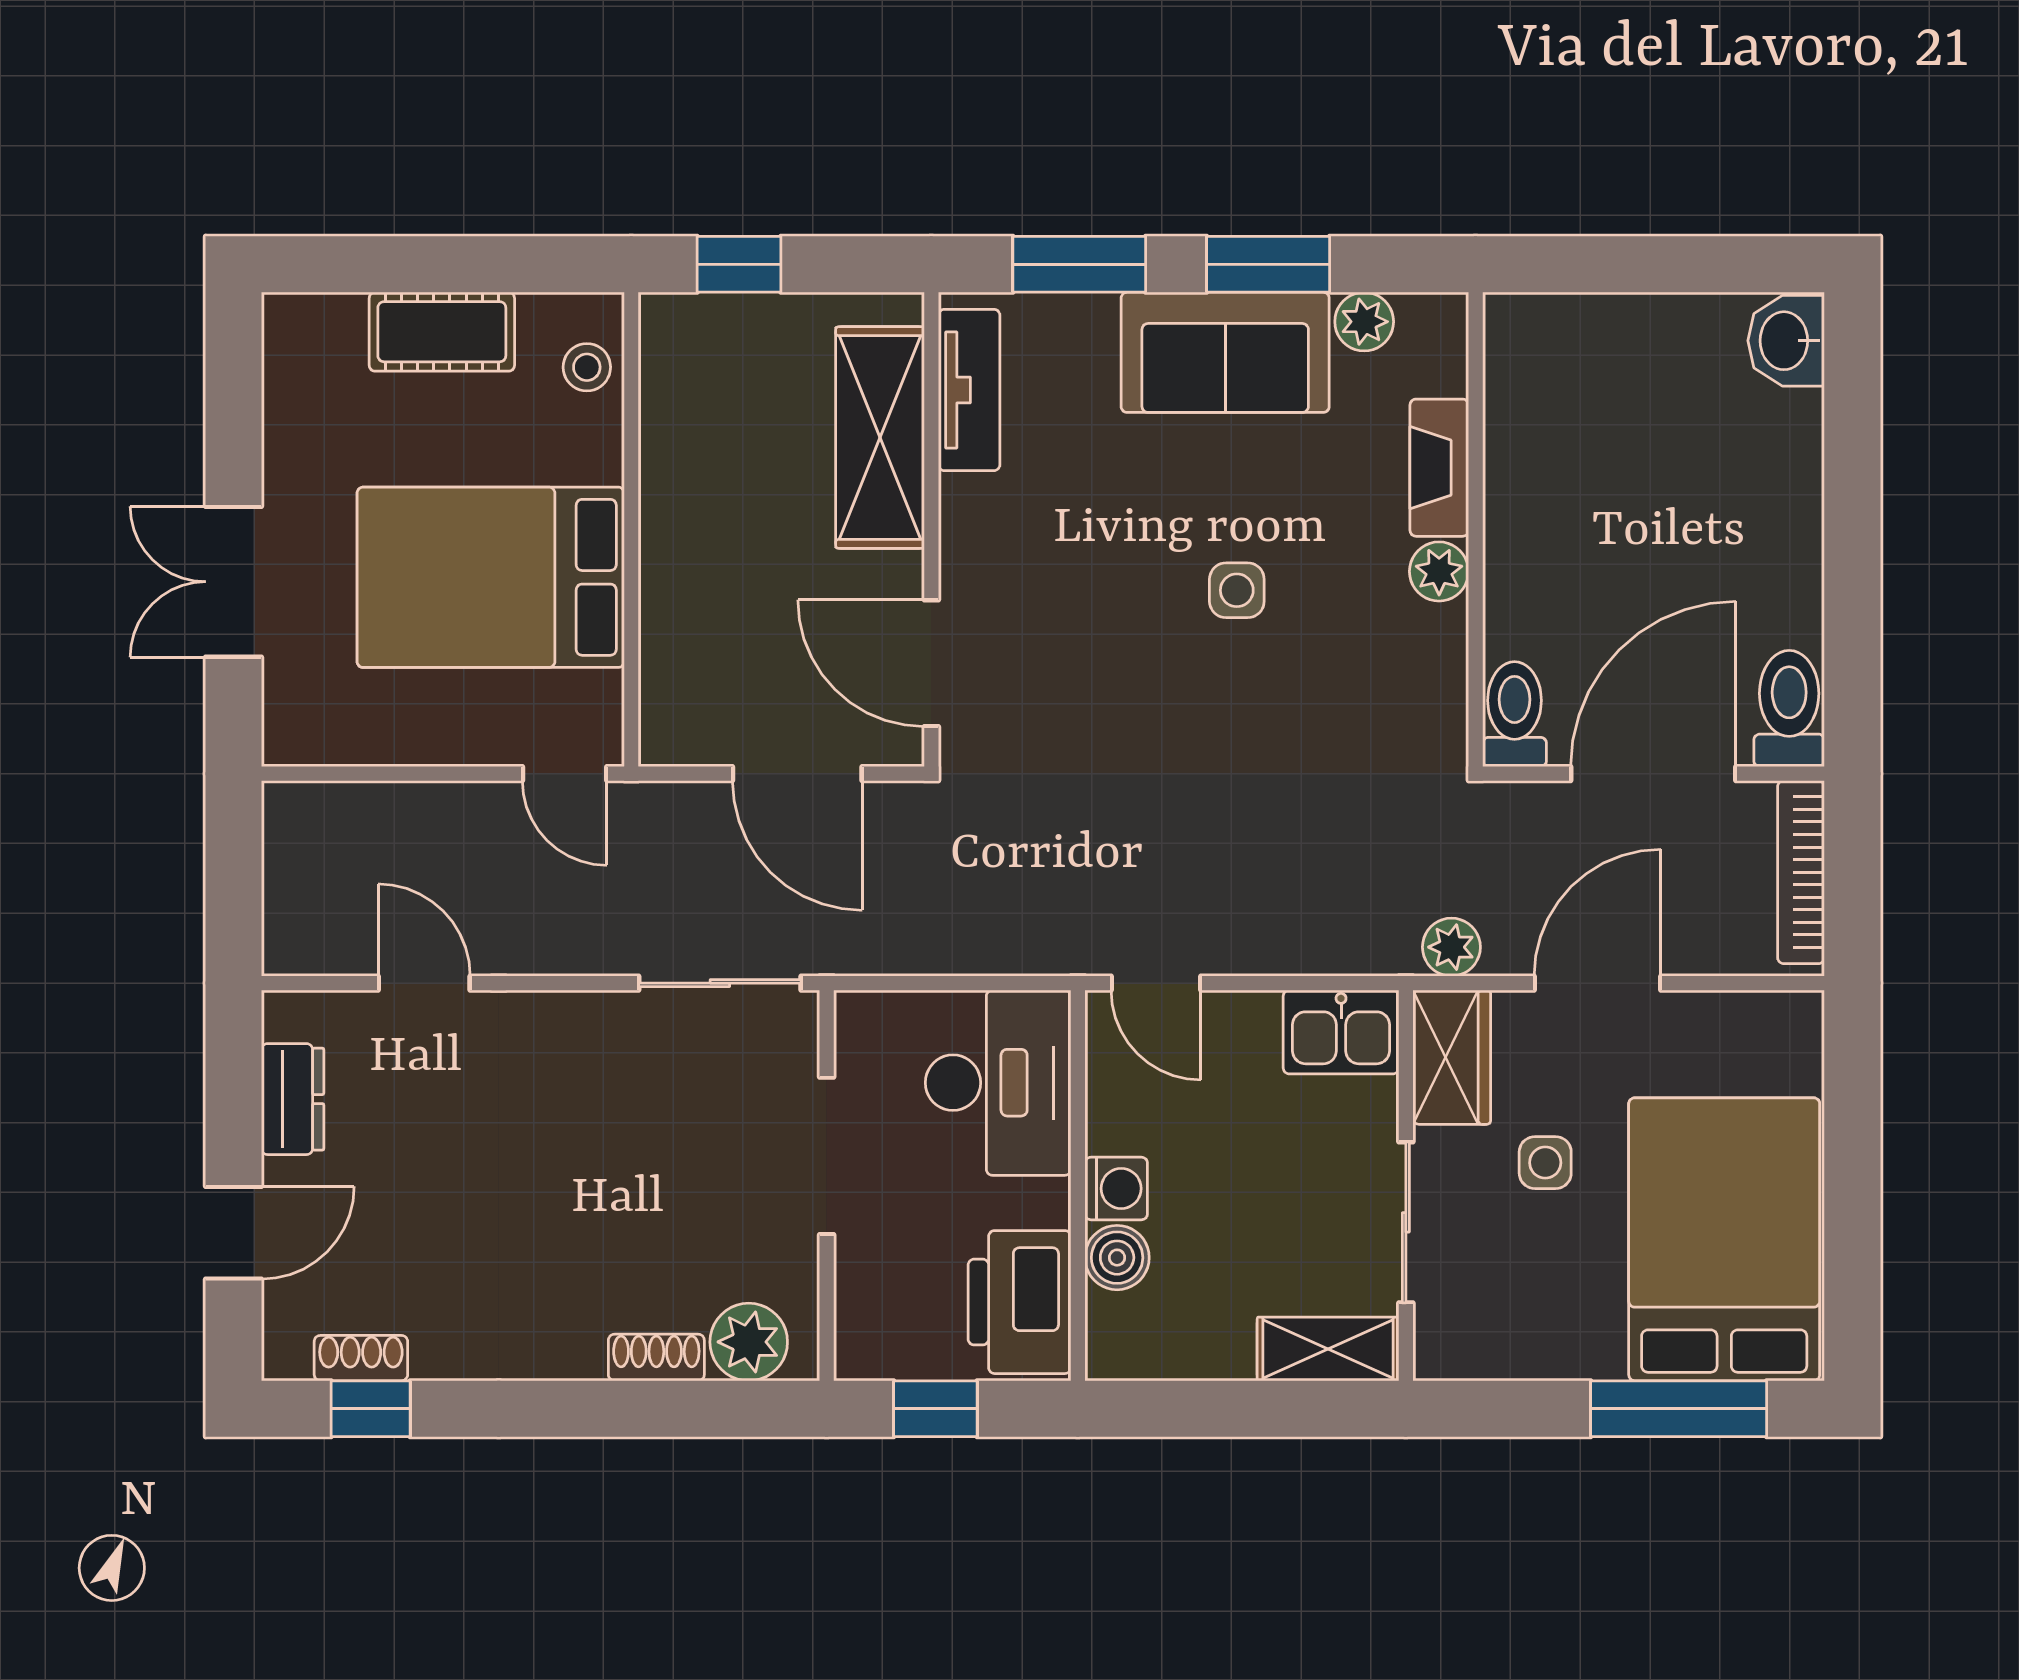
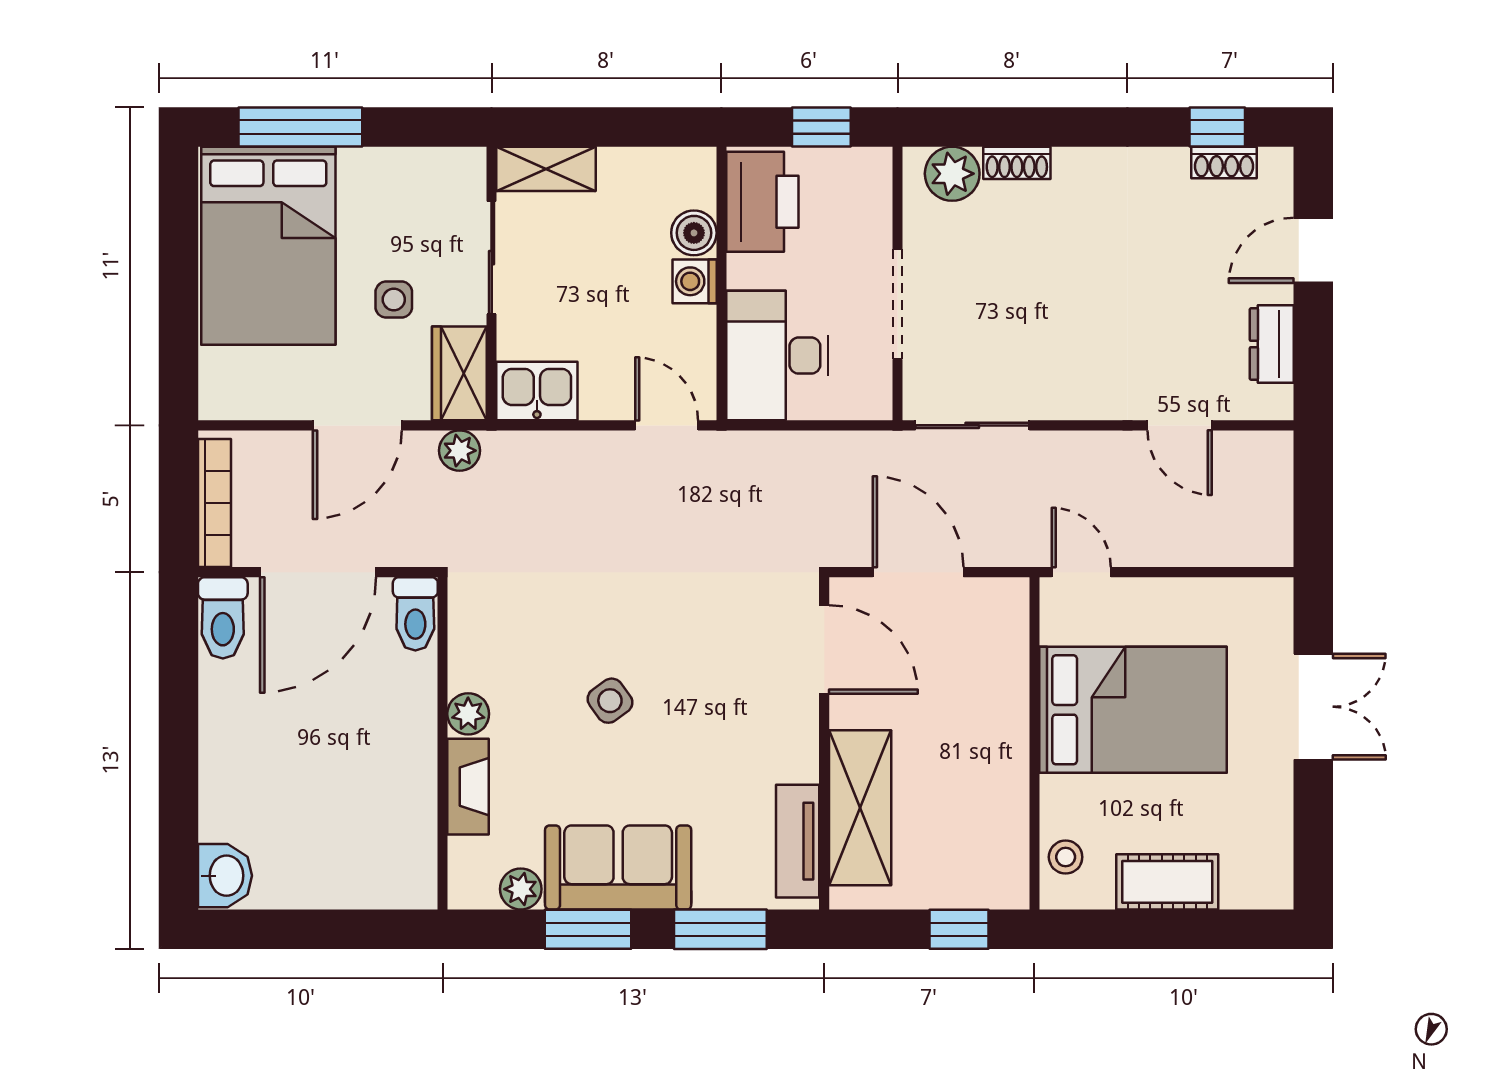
side table: (1237, 590) -> (610, 701), turned -36

